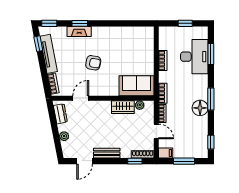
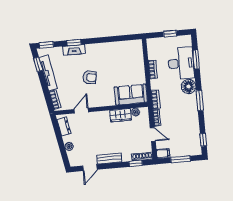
floor lamp: (200, 108) -> (189, 87), moved

